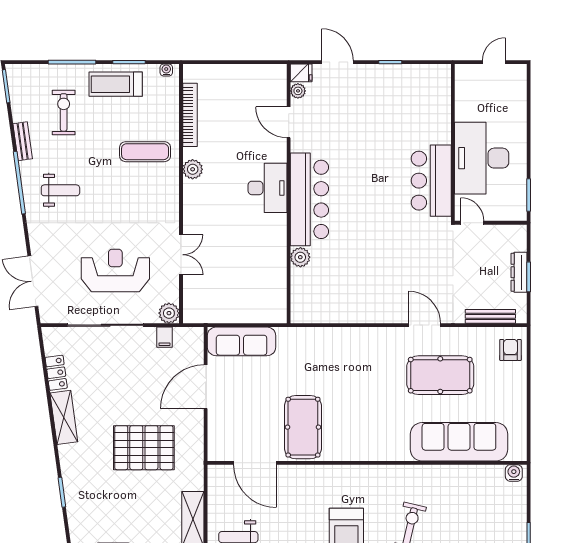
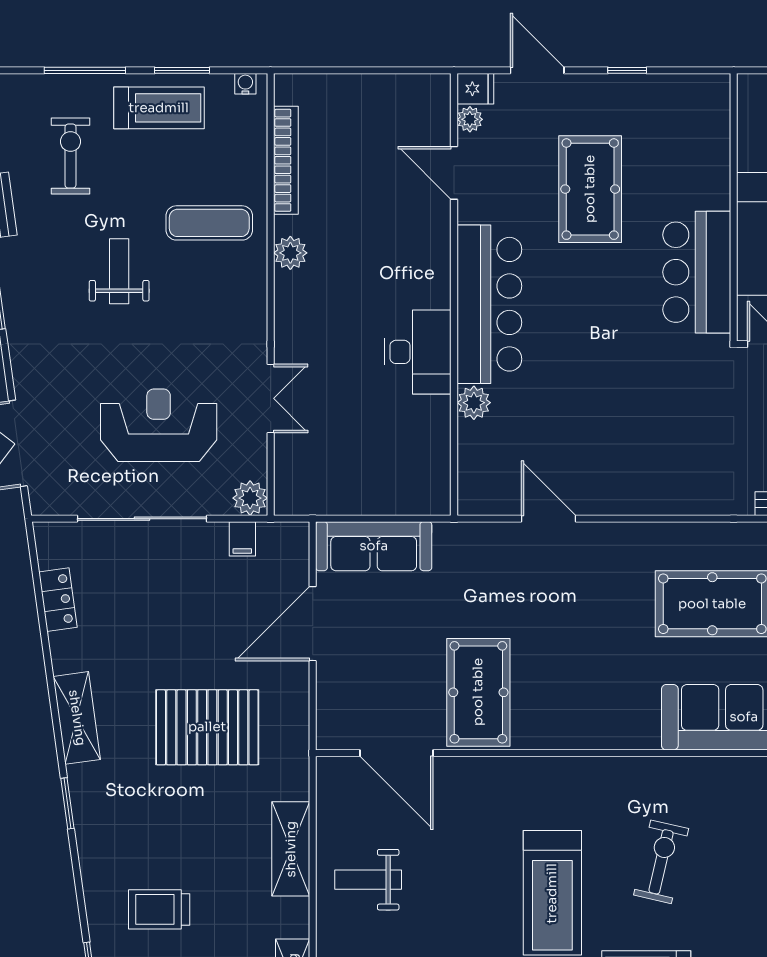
treadmill: (116, 84) -> (159, 108), turned 180
pool table: (369, 132) -> (590, 189), added
desk: (267, 188) -> (418, 352), moved
weight bench: (60, 190) -> (119, 271), moved, turned -90
door: (425, 325) -> (549, 519), moved
shelving: (64, 417) -> (77, 718), moved

